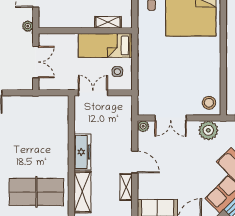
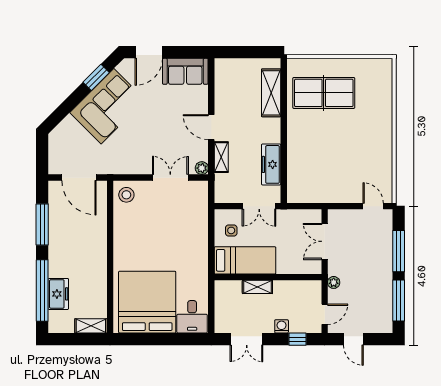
shelving: (108, 22) -> (257, 287), moved
plant: (208, 130) -> (127, 163), removed
freezer: (82, 152) -> (271, 164), moved
shelving: (126, 187) -> (221, 157), moved

